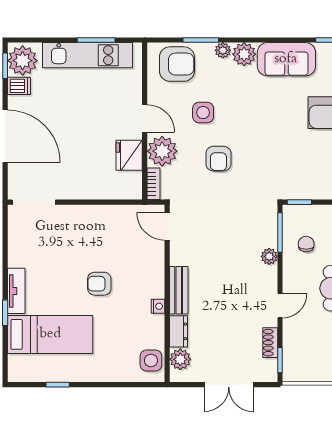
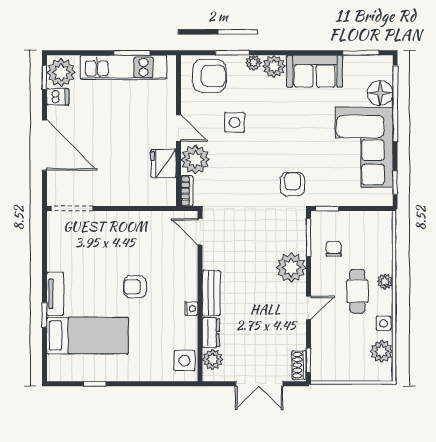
armchair: (218, 159) -> (292, 184), moved, turned 180
plant: (269, 256) -> (291, 268), width x1.88, depth x1.88
shoe rack: (270, 343) -> (299, 365), moved

